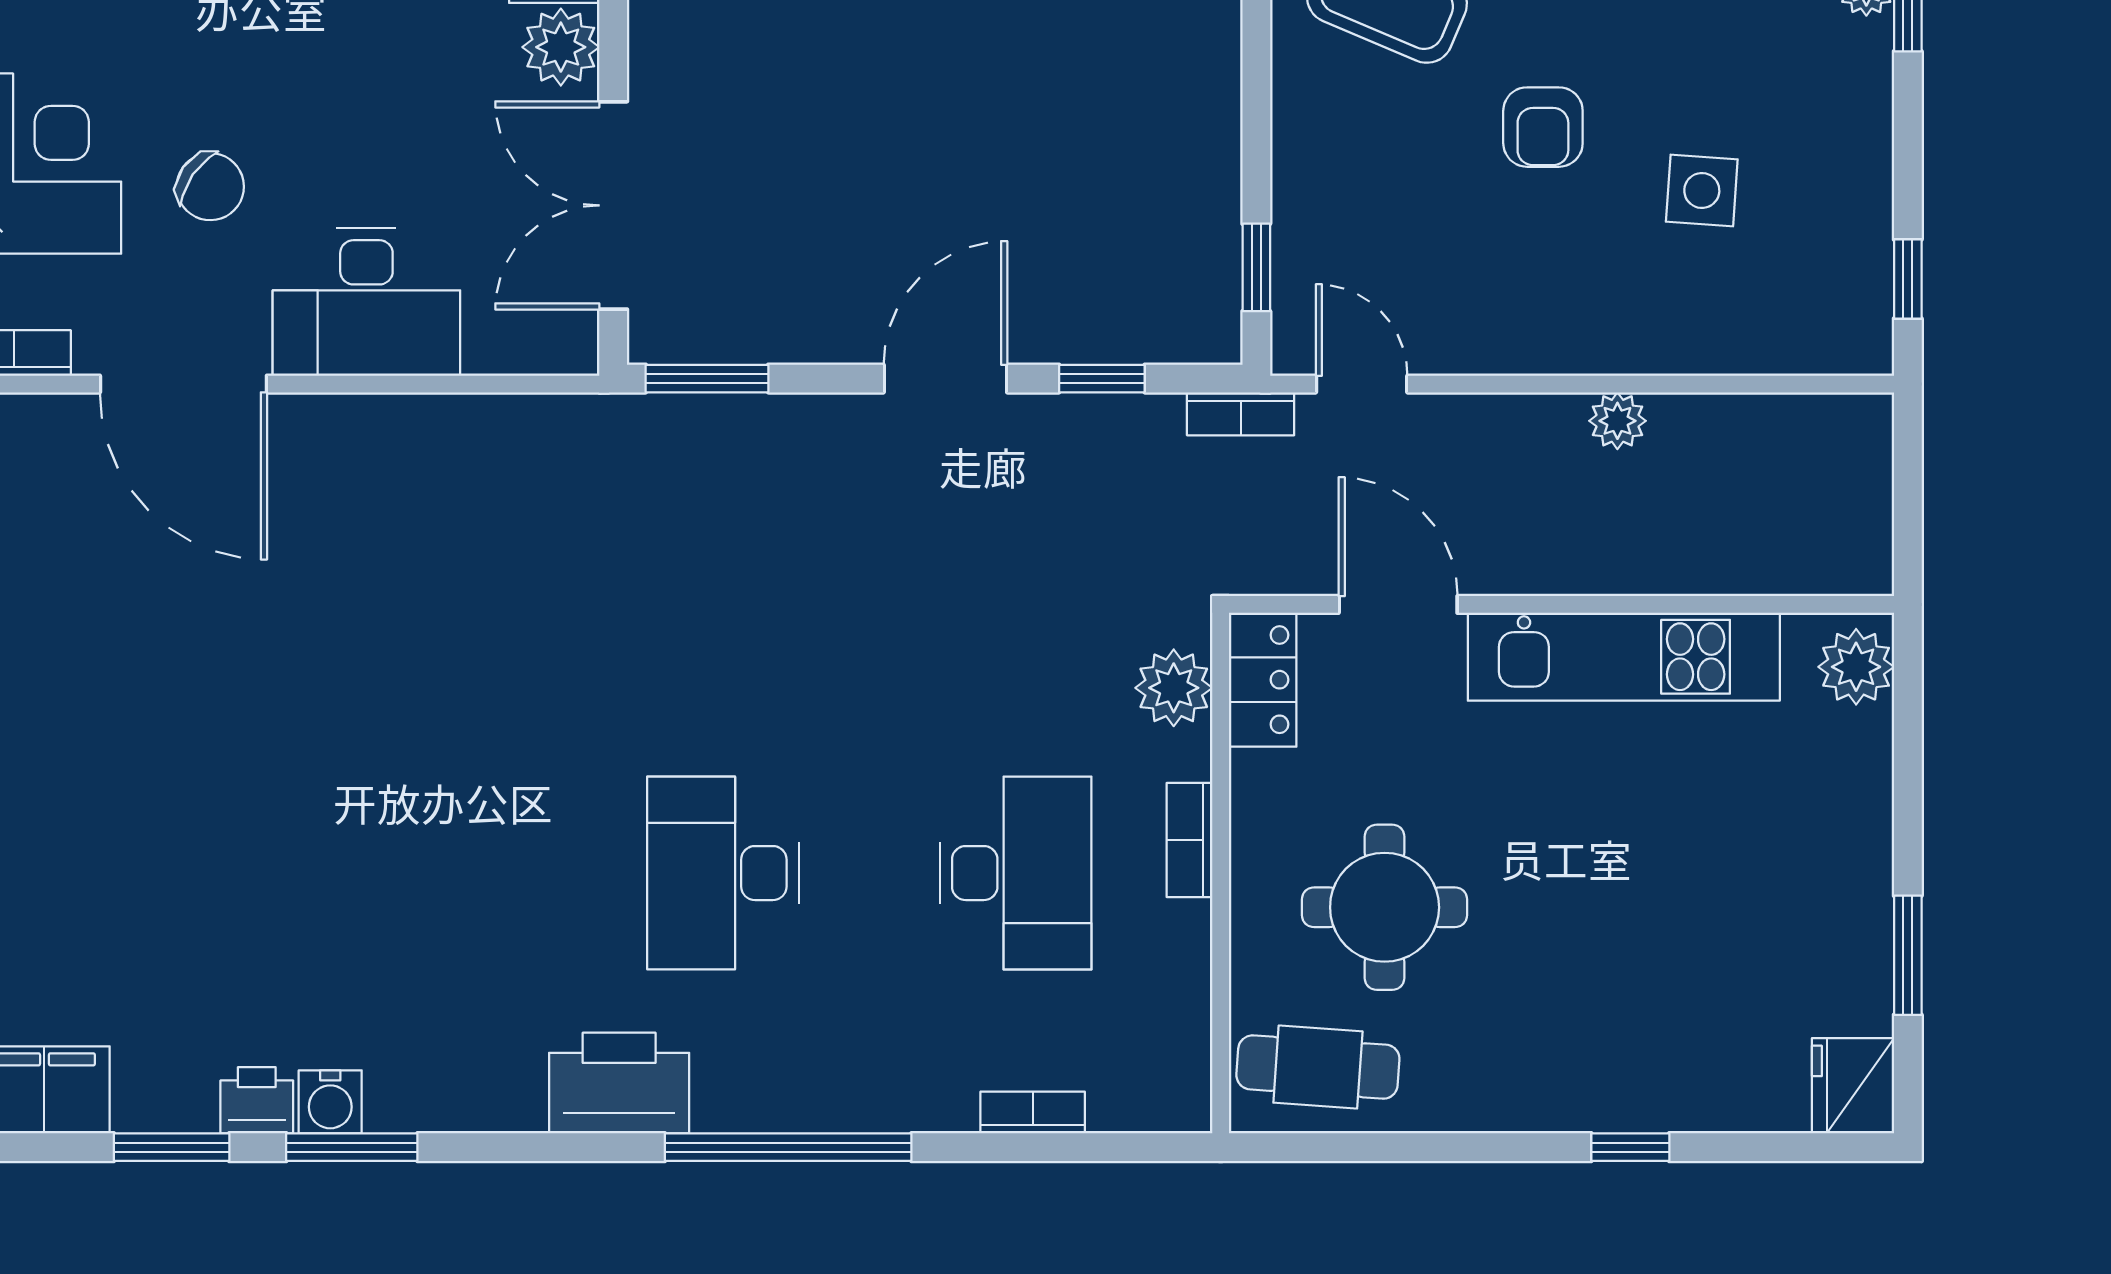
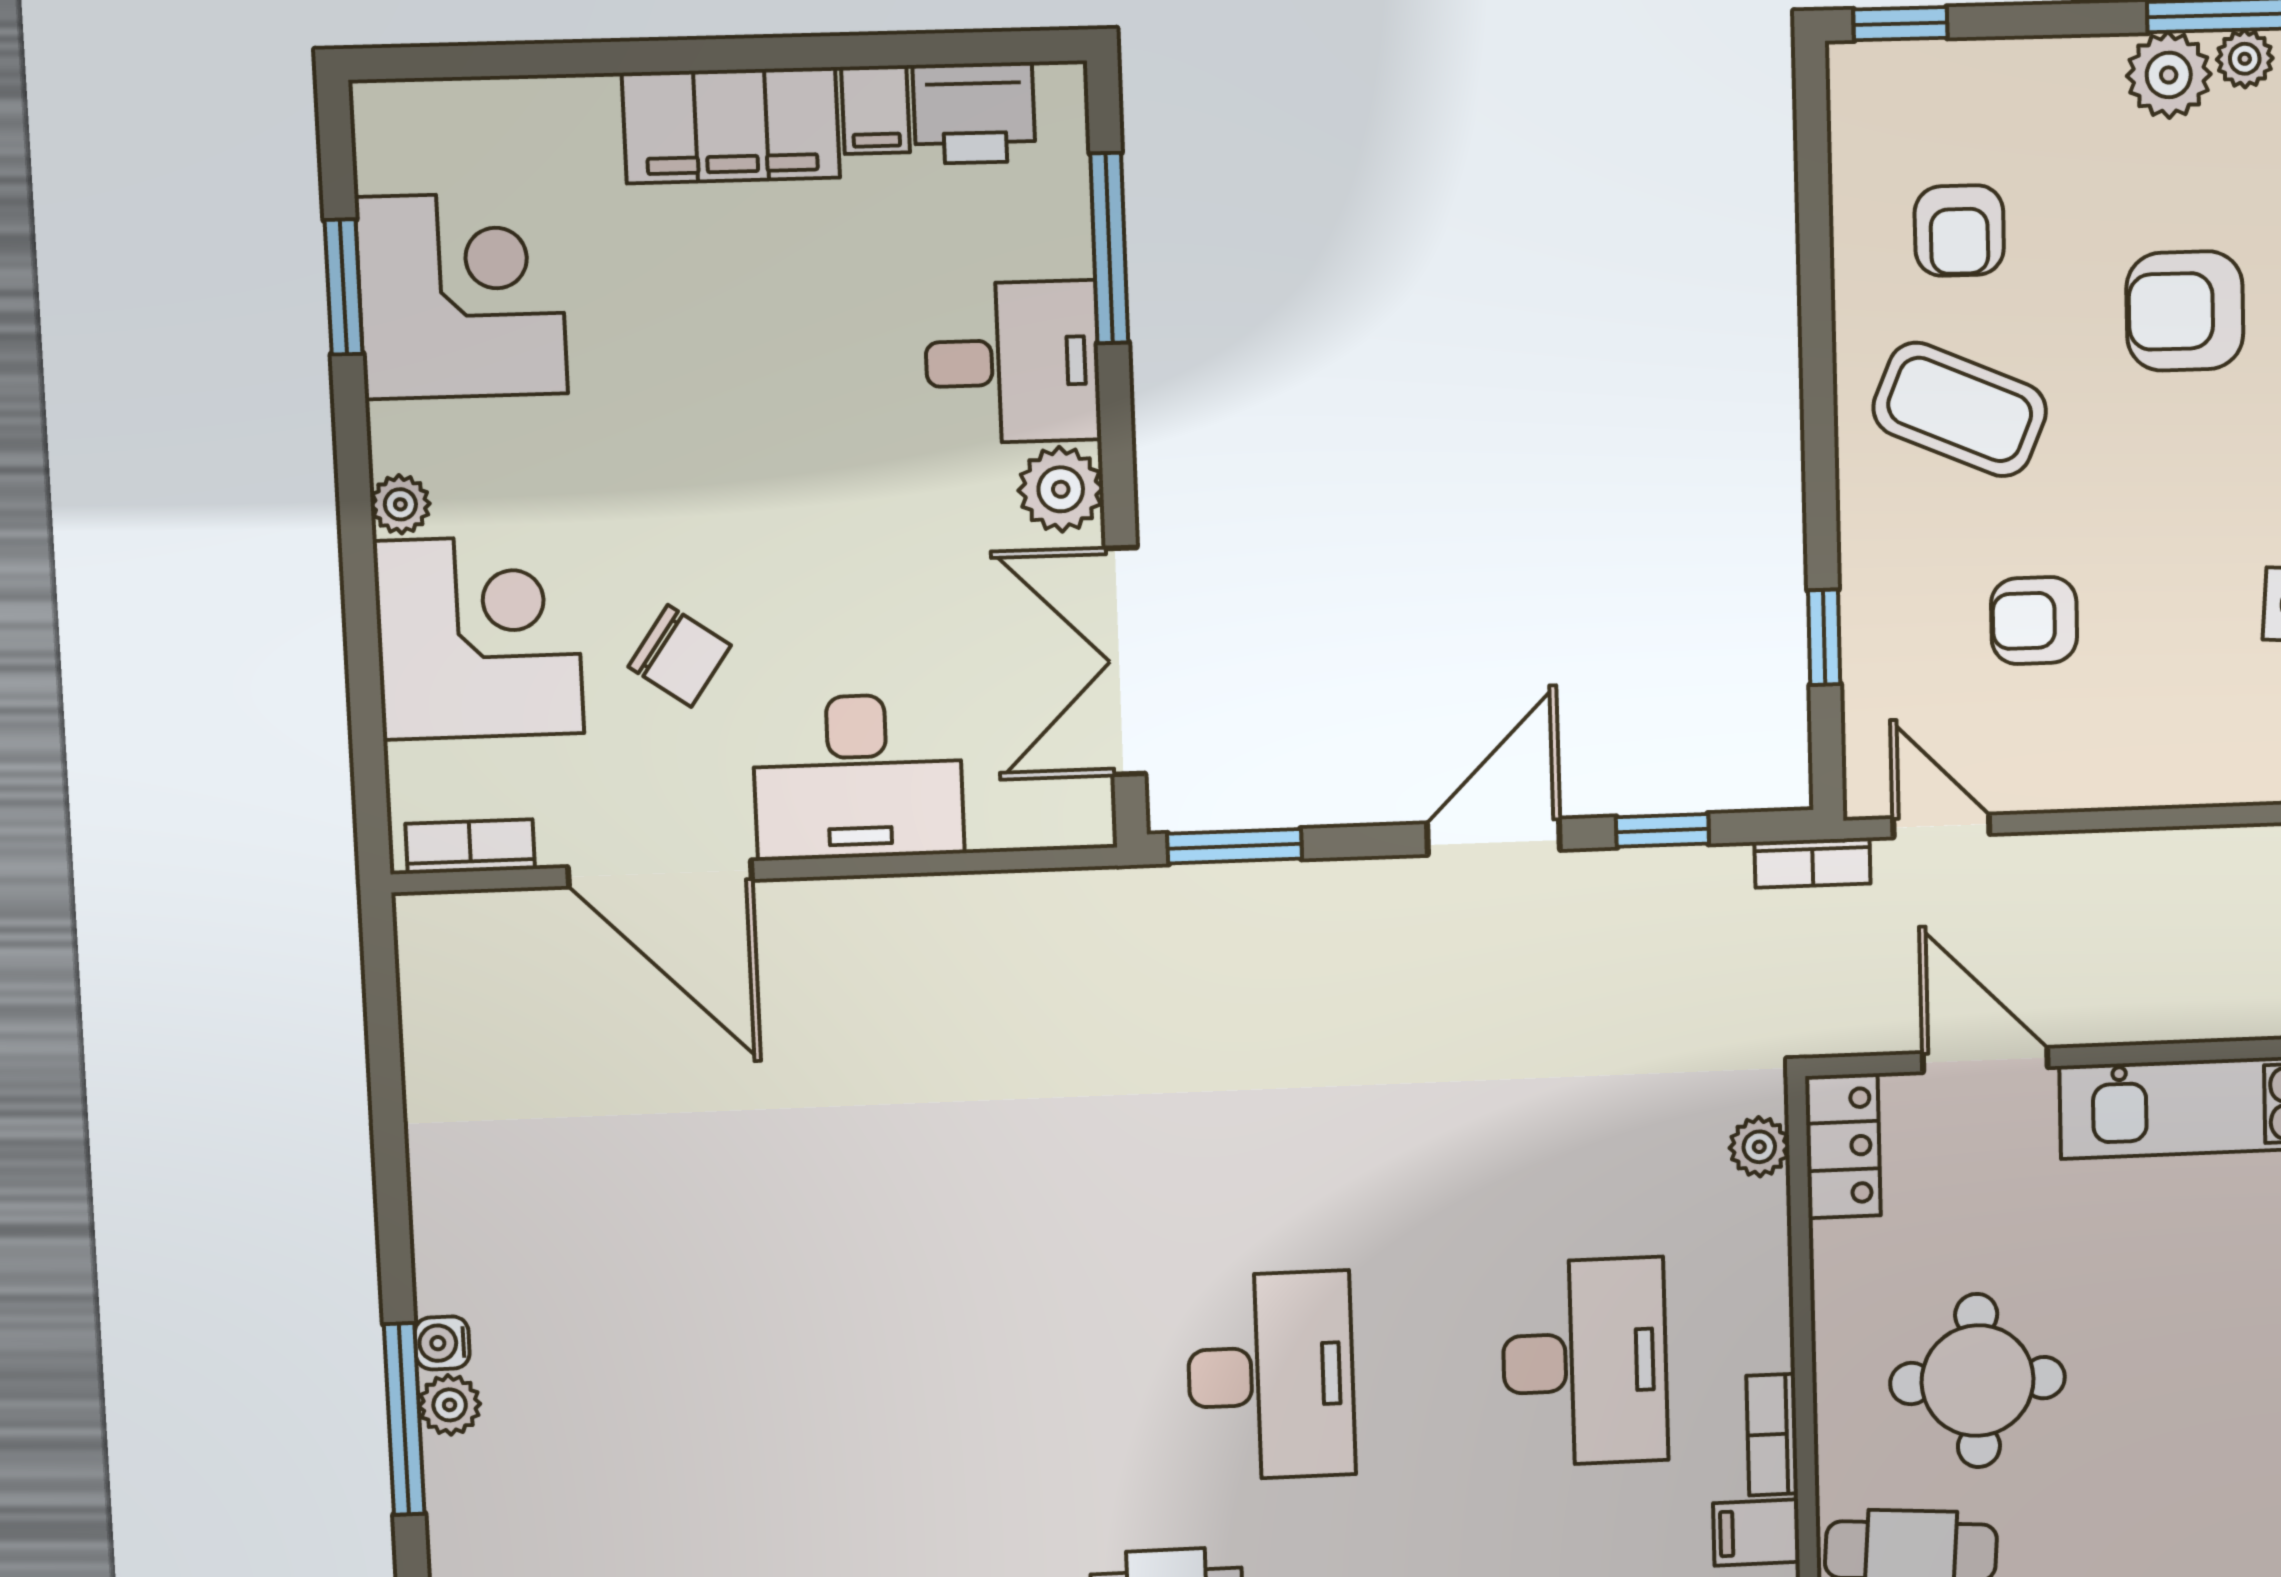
armchair: (1543, 127) -> (2034, 621), moved, turned 90
window: (1256, 267) -> (1824, 637), moved
plant: (1617, 421) -> (2215, 855), removed
plant: (1174, 688) -> (1759, 1147), width x0.73, depth x0.73
bookcase: (1189, 840) -> (1772, 1435), moved
desk: (723, 873) -> (1271, 1376), turned 180
filing cabinet: (1172, 1042) -> (1756, 1533), added

